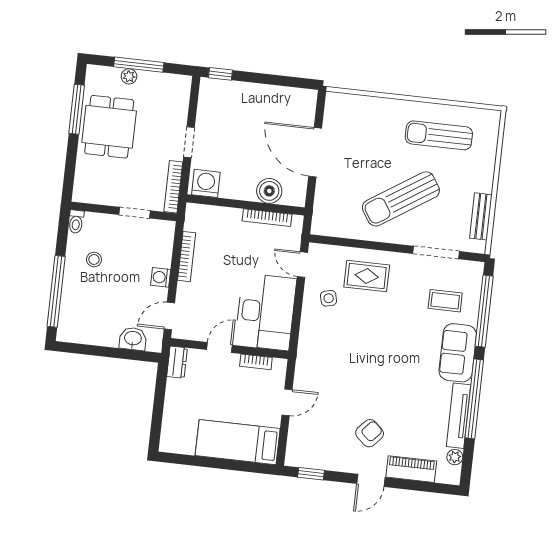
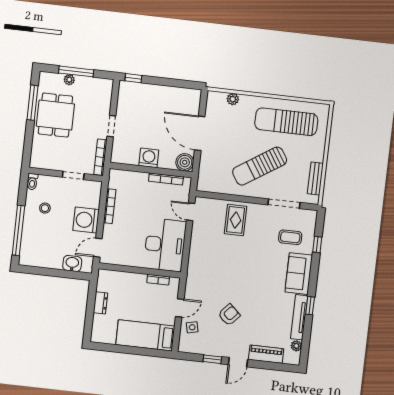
plant: (362, 103) -> (233, 99), added
sun lounger: (439, 135) -> (286, 122), width x1.36, depth x1.34
washing machine: (206, 183) -> (149, 158), moved
boiler: (269, 191) -> (185, 162), moved
rug: (367, 276) -> (236, 220), turned 90
washing machine: (161, 277) -> (86, 220), width x1.89, depth x1.89
side table: (329, 298) -> (192, 327), moved
window: (484, 311) -> (317, 245), width x0.32
door: (219, 347) -> (133, 270), removed
dresser: (177, 362) -> (100, 303), moved
window: (474, 399) -> (310, 306), width x0.32
armchair: (370, 433) -> (229, 315), moved
window: (311, 474) -> (212, 359), moved

